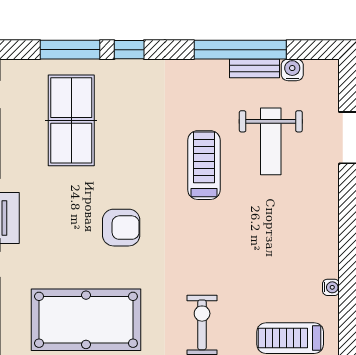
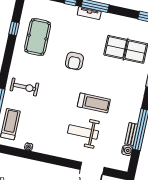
weight bench: (271, 141) -> (83, 132), moved
pool table: (86, 320) -> (38, 37), width x0.73, depth x0.76

